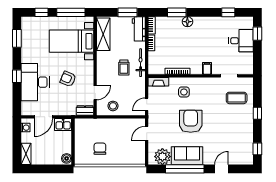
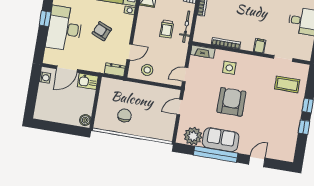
window: (257, 149) -> (304, 127), moved
shelving: (26, 154) -> (41, 107), removed

